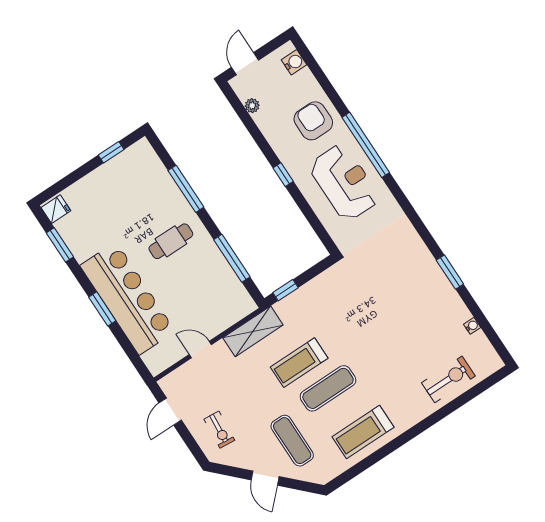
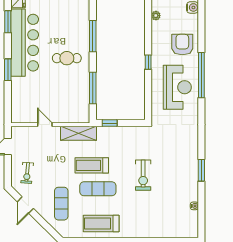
bar counter: (128, 298) -> (25, 43), moved
exercise bike: (448, 379) -> (143, 175), moved, turned 90
door: (265, 478) -> (25, 205), moved

